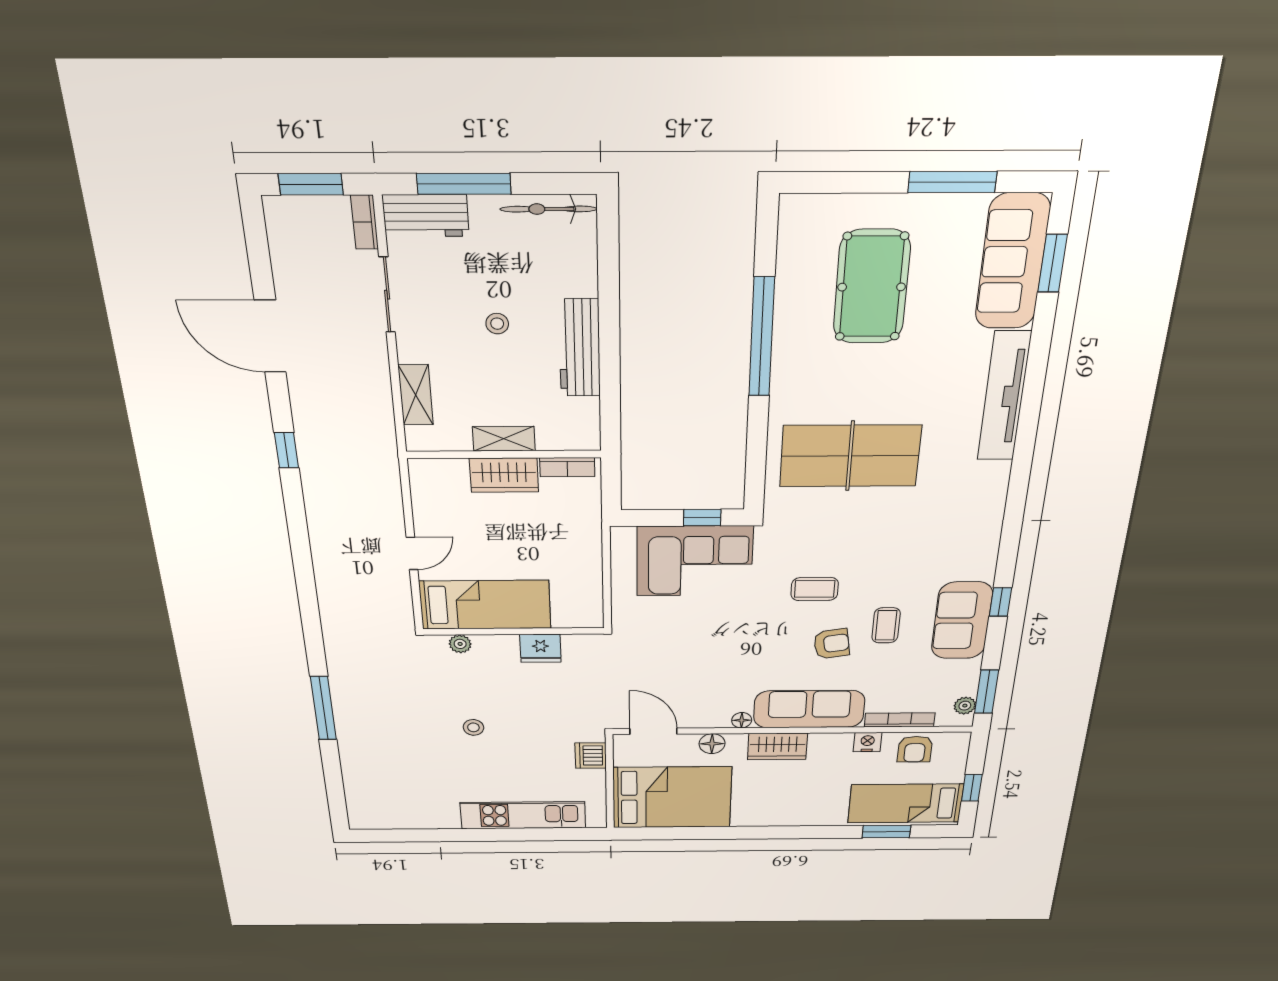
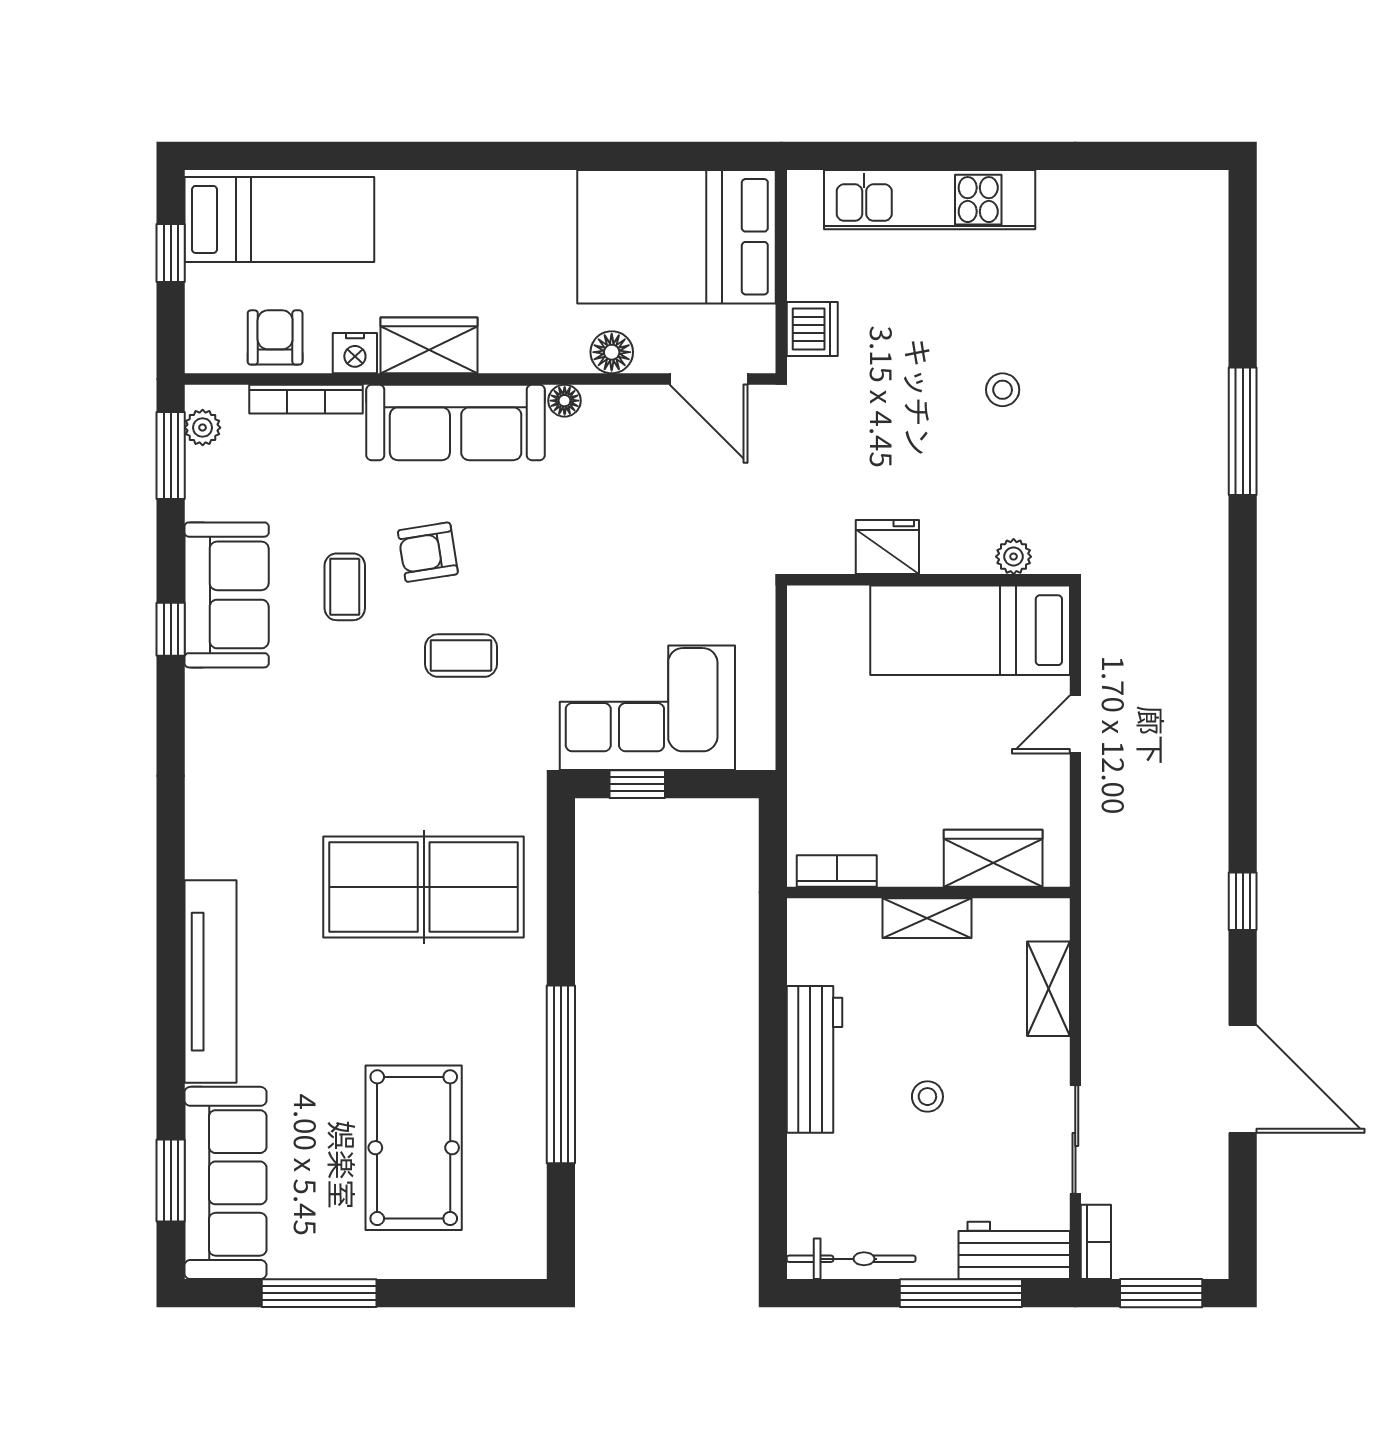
wardrobe: (504, 475) -> (993, 858), moved
wardrobe: (777, 746) -> (429, 345), moved
window: (886, 832) -> (306, 156), removed

